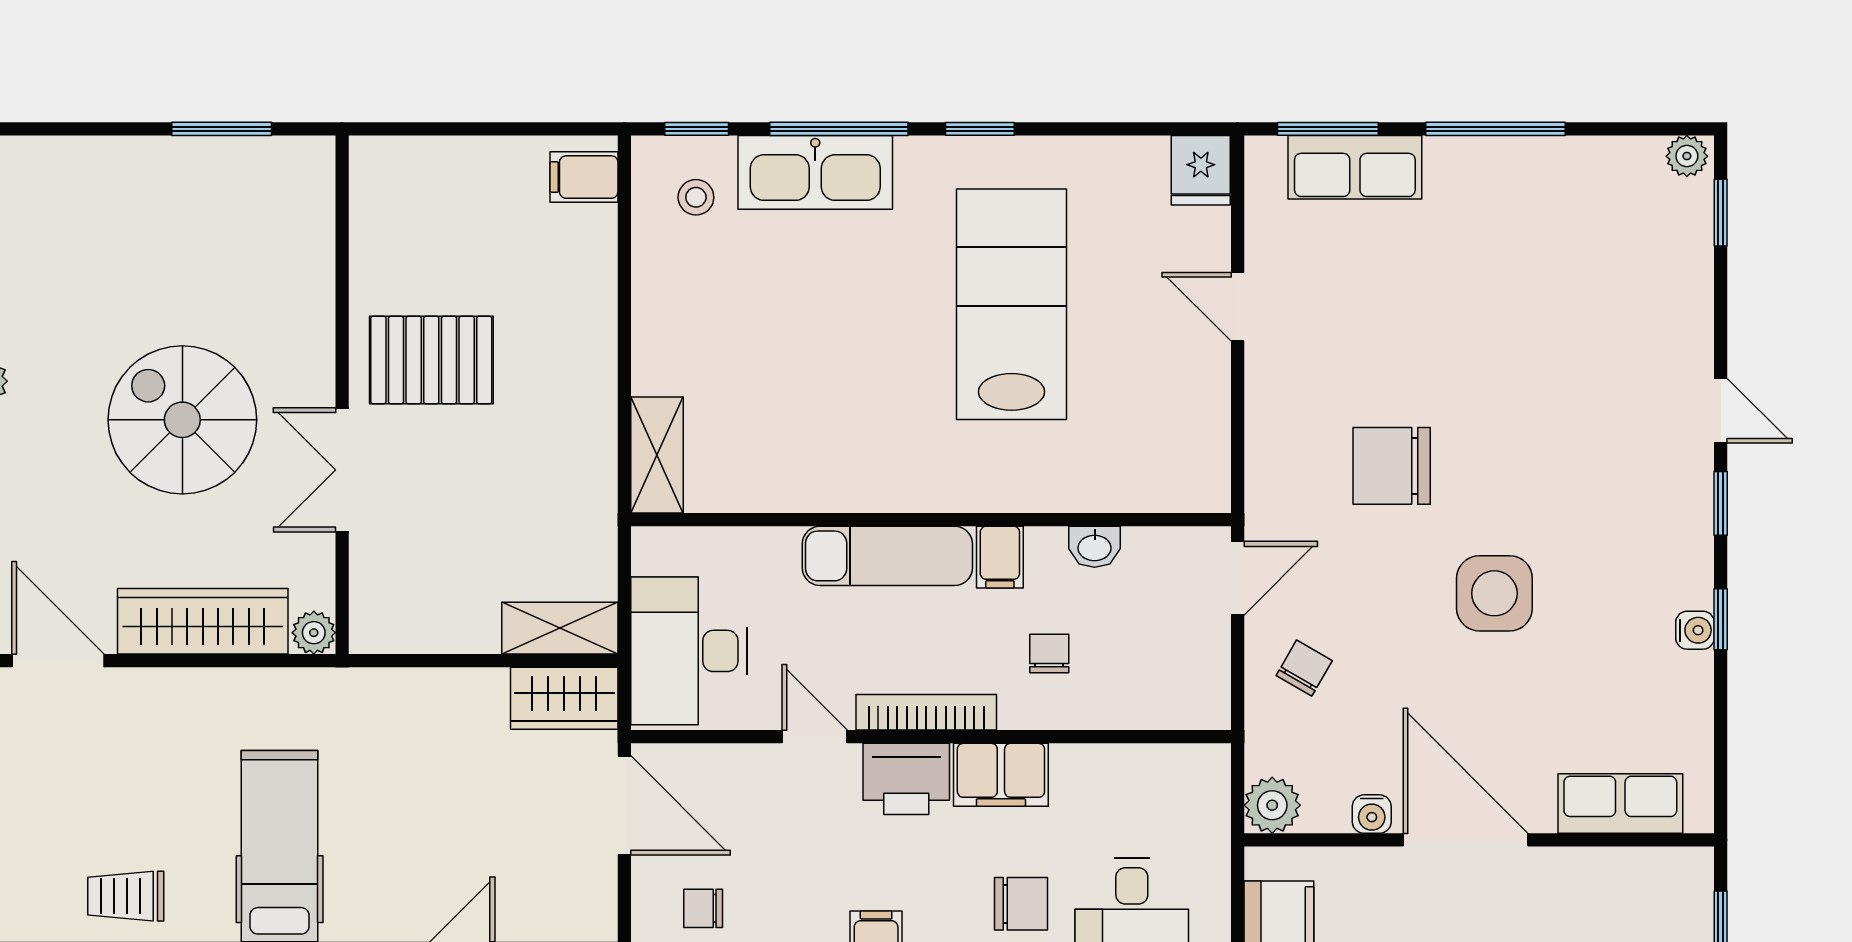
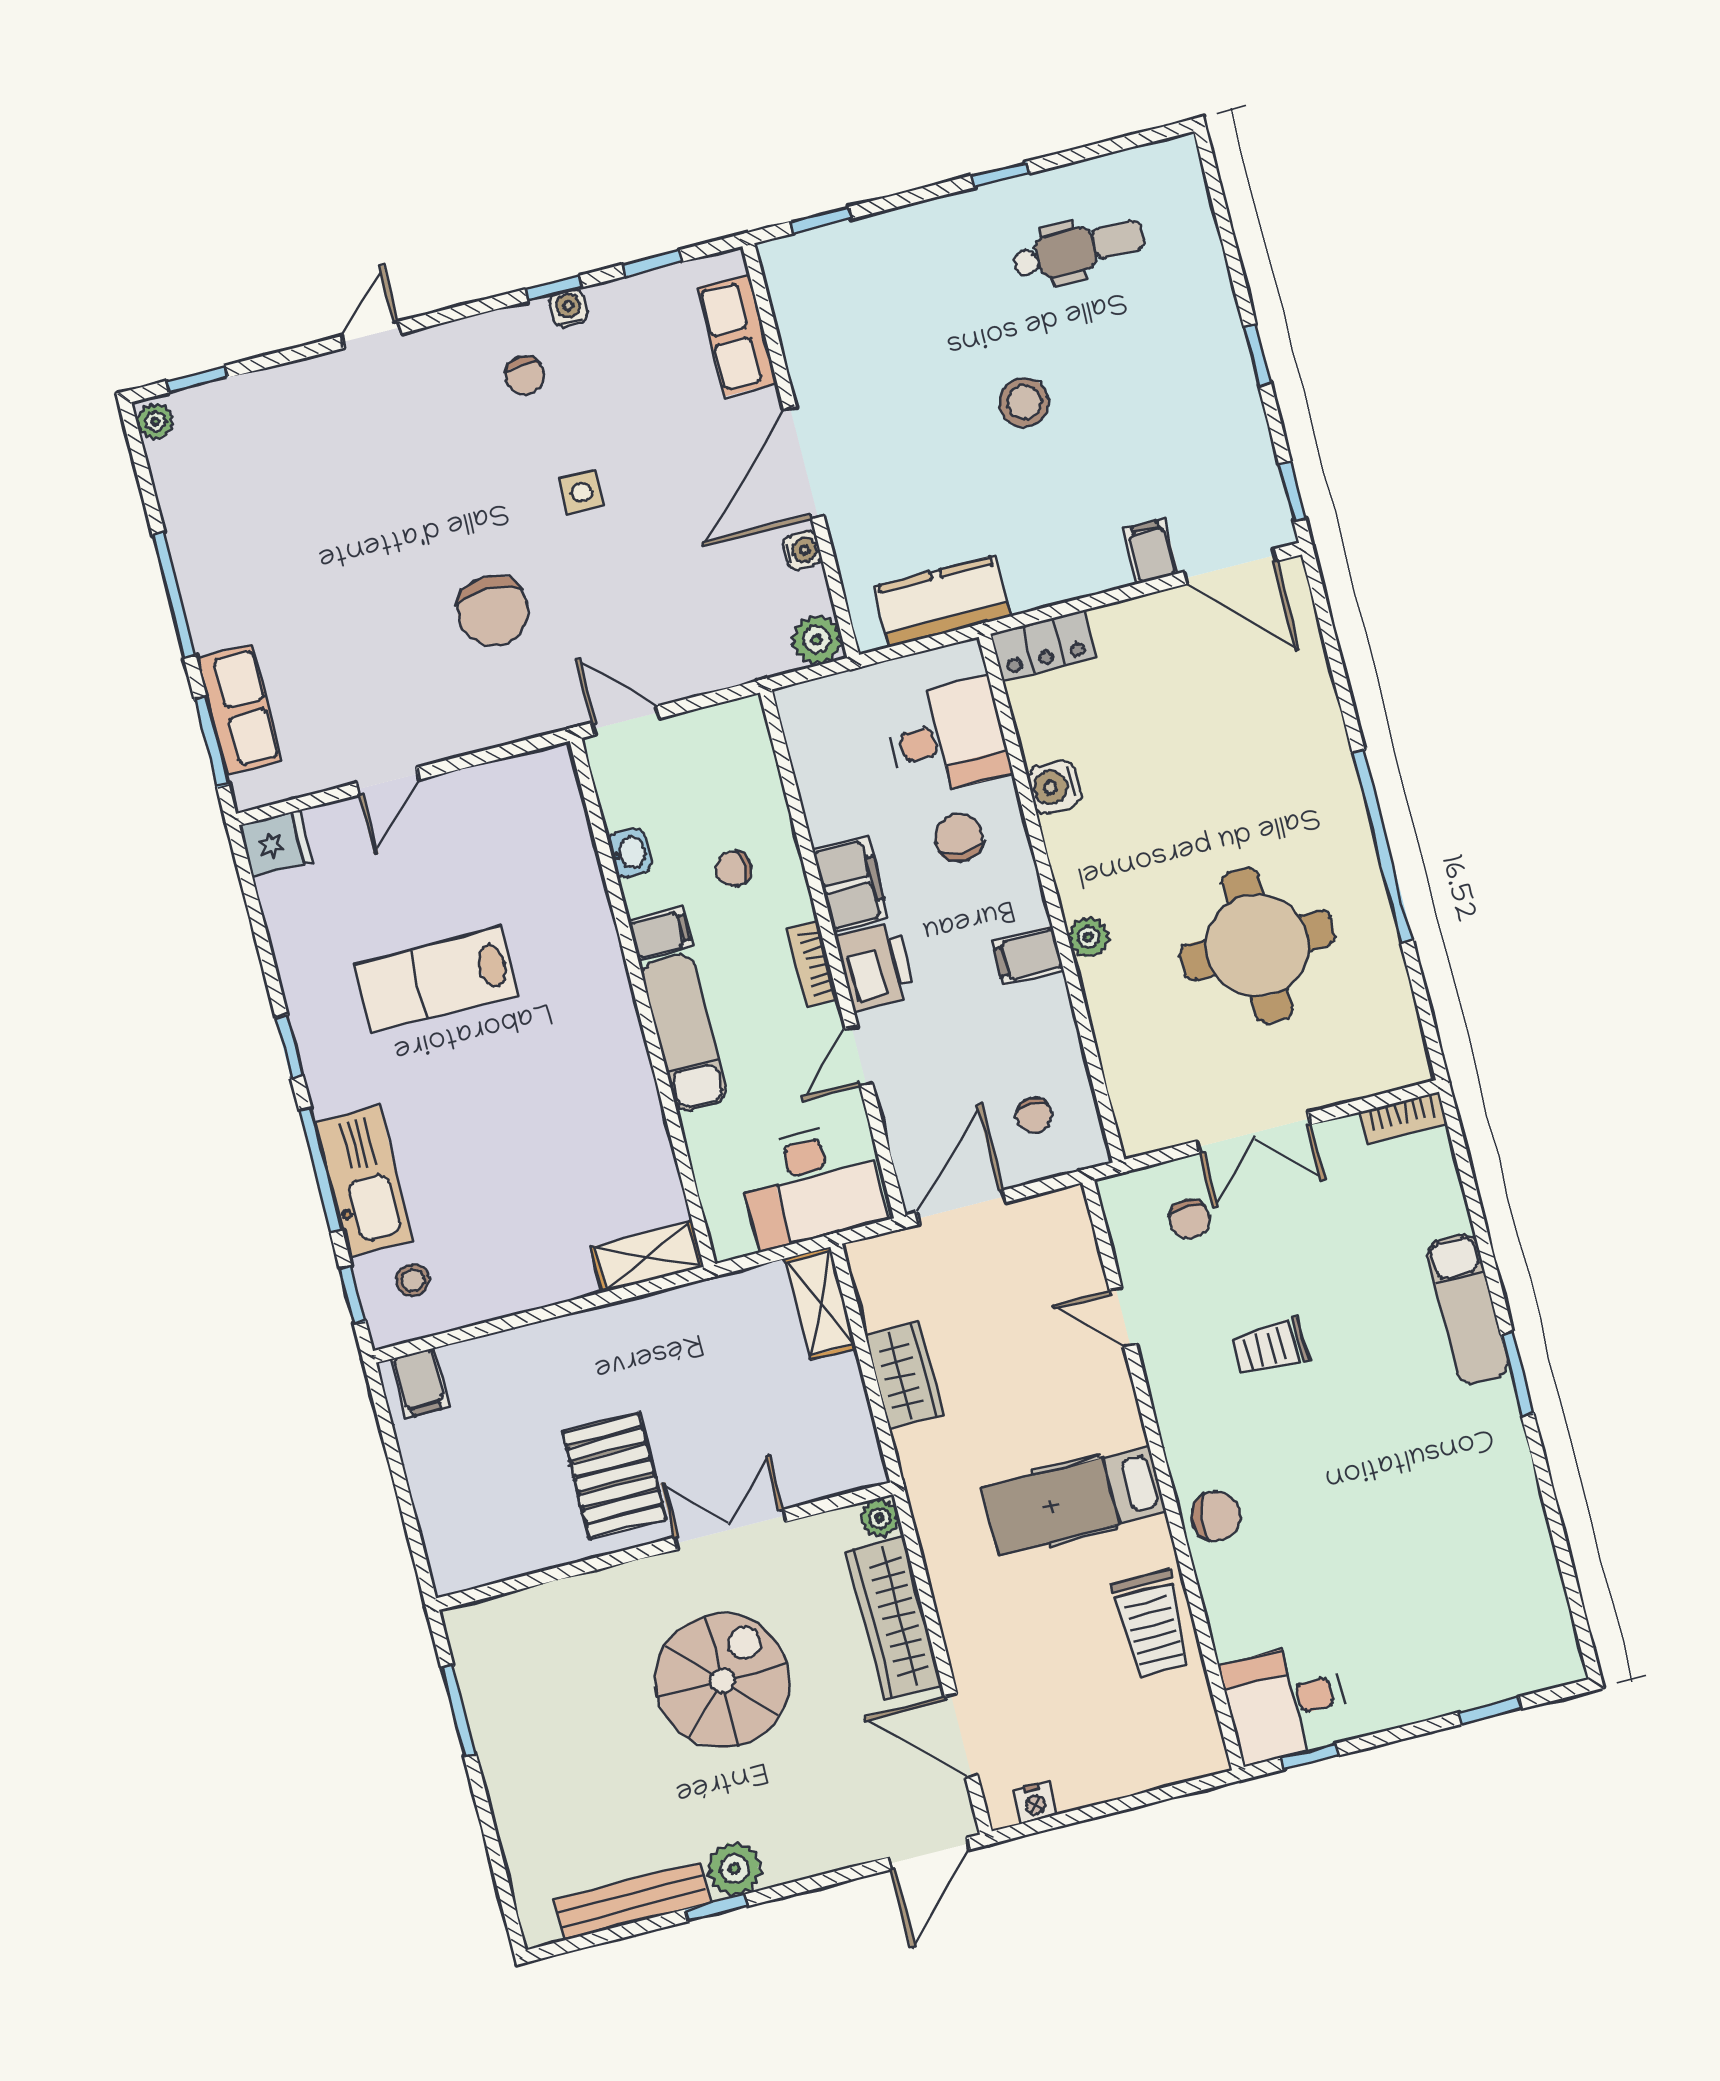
lab bench: (1012, 304) -> (436, 980), width x0.73, depth x0.72
spiral stairs: (182, 420) -> (722, 1681), turned 180
double door: (342, 470) -> (731, 1529), swing flipped
window: (1721, 503) -> (652, 263), moved
side table: (1494, 593) -> (581, 492), width x0.54, depth x0.54
door: (58, 661) -> (961, 1736), hinge flipped
chair: (1304, 668) -> (525, 376), moved, turned -120
wardrobe: (564, 698) -> (904, 1375), moved
bookcase: (926, 712) -> (812, 963), width x0.64
trolley: (126, 896) -> (1152, 1624), width x1.36, depth x1.39

